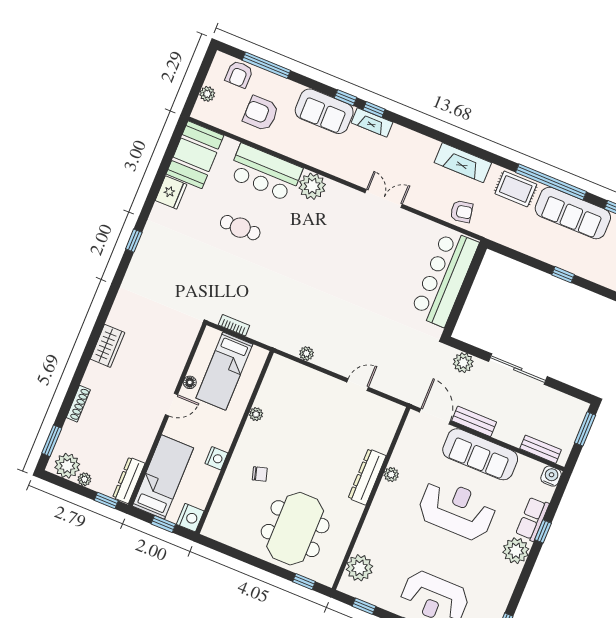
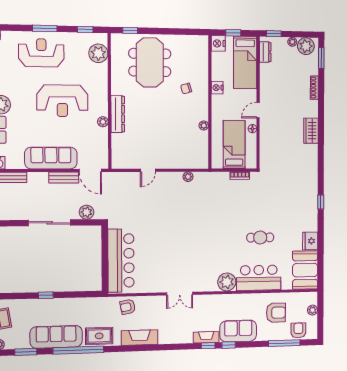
dresser: (129, 480) -> (265, 52), width x0.70
reception desk: (457, 510) -> (62, 101), moved

